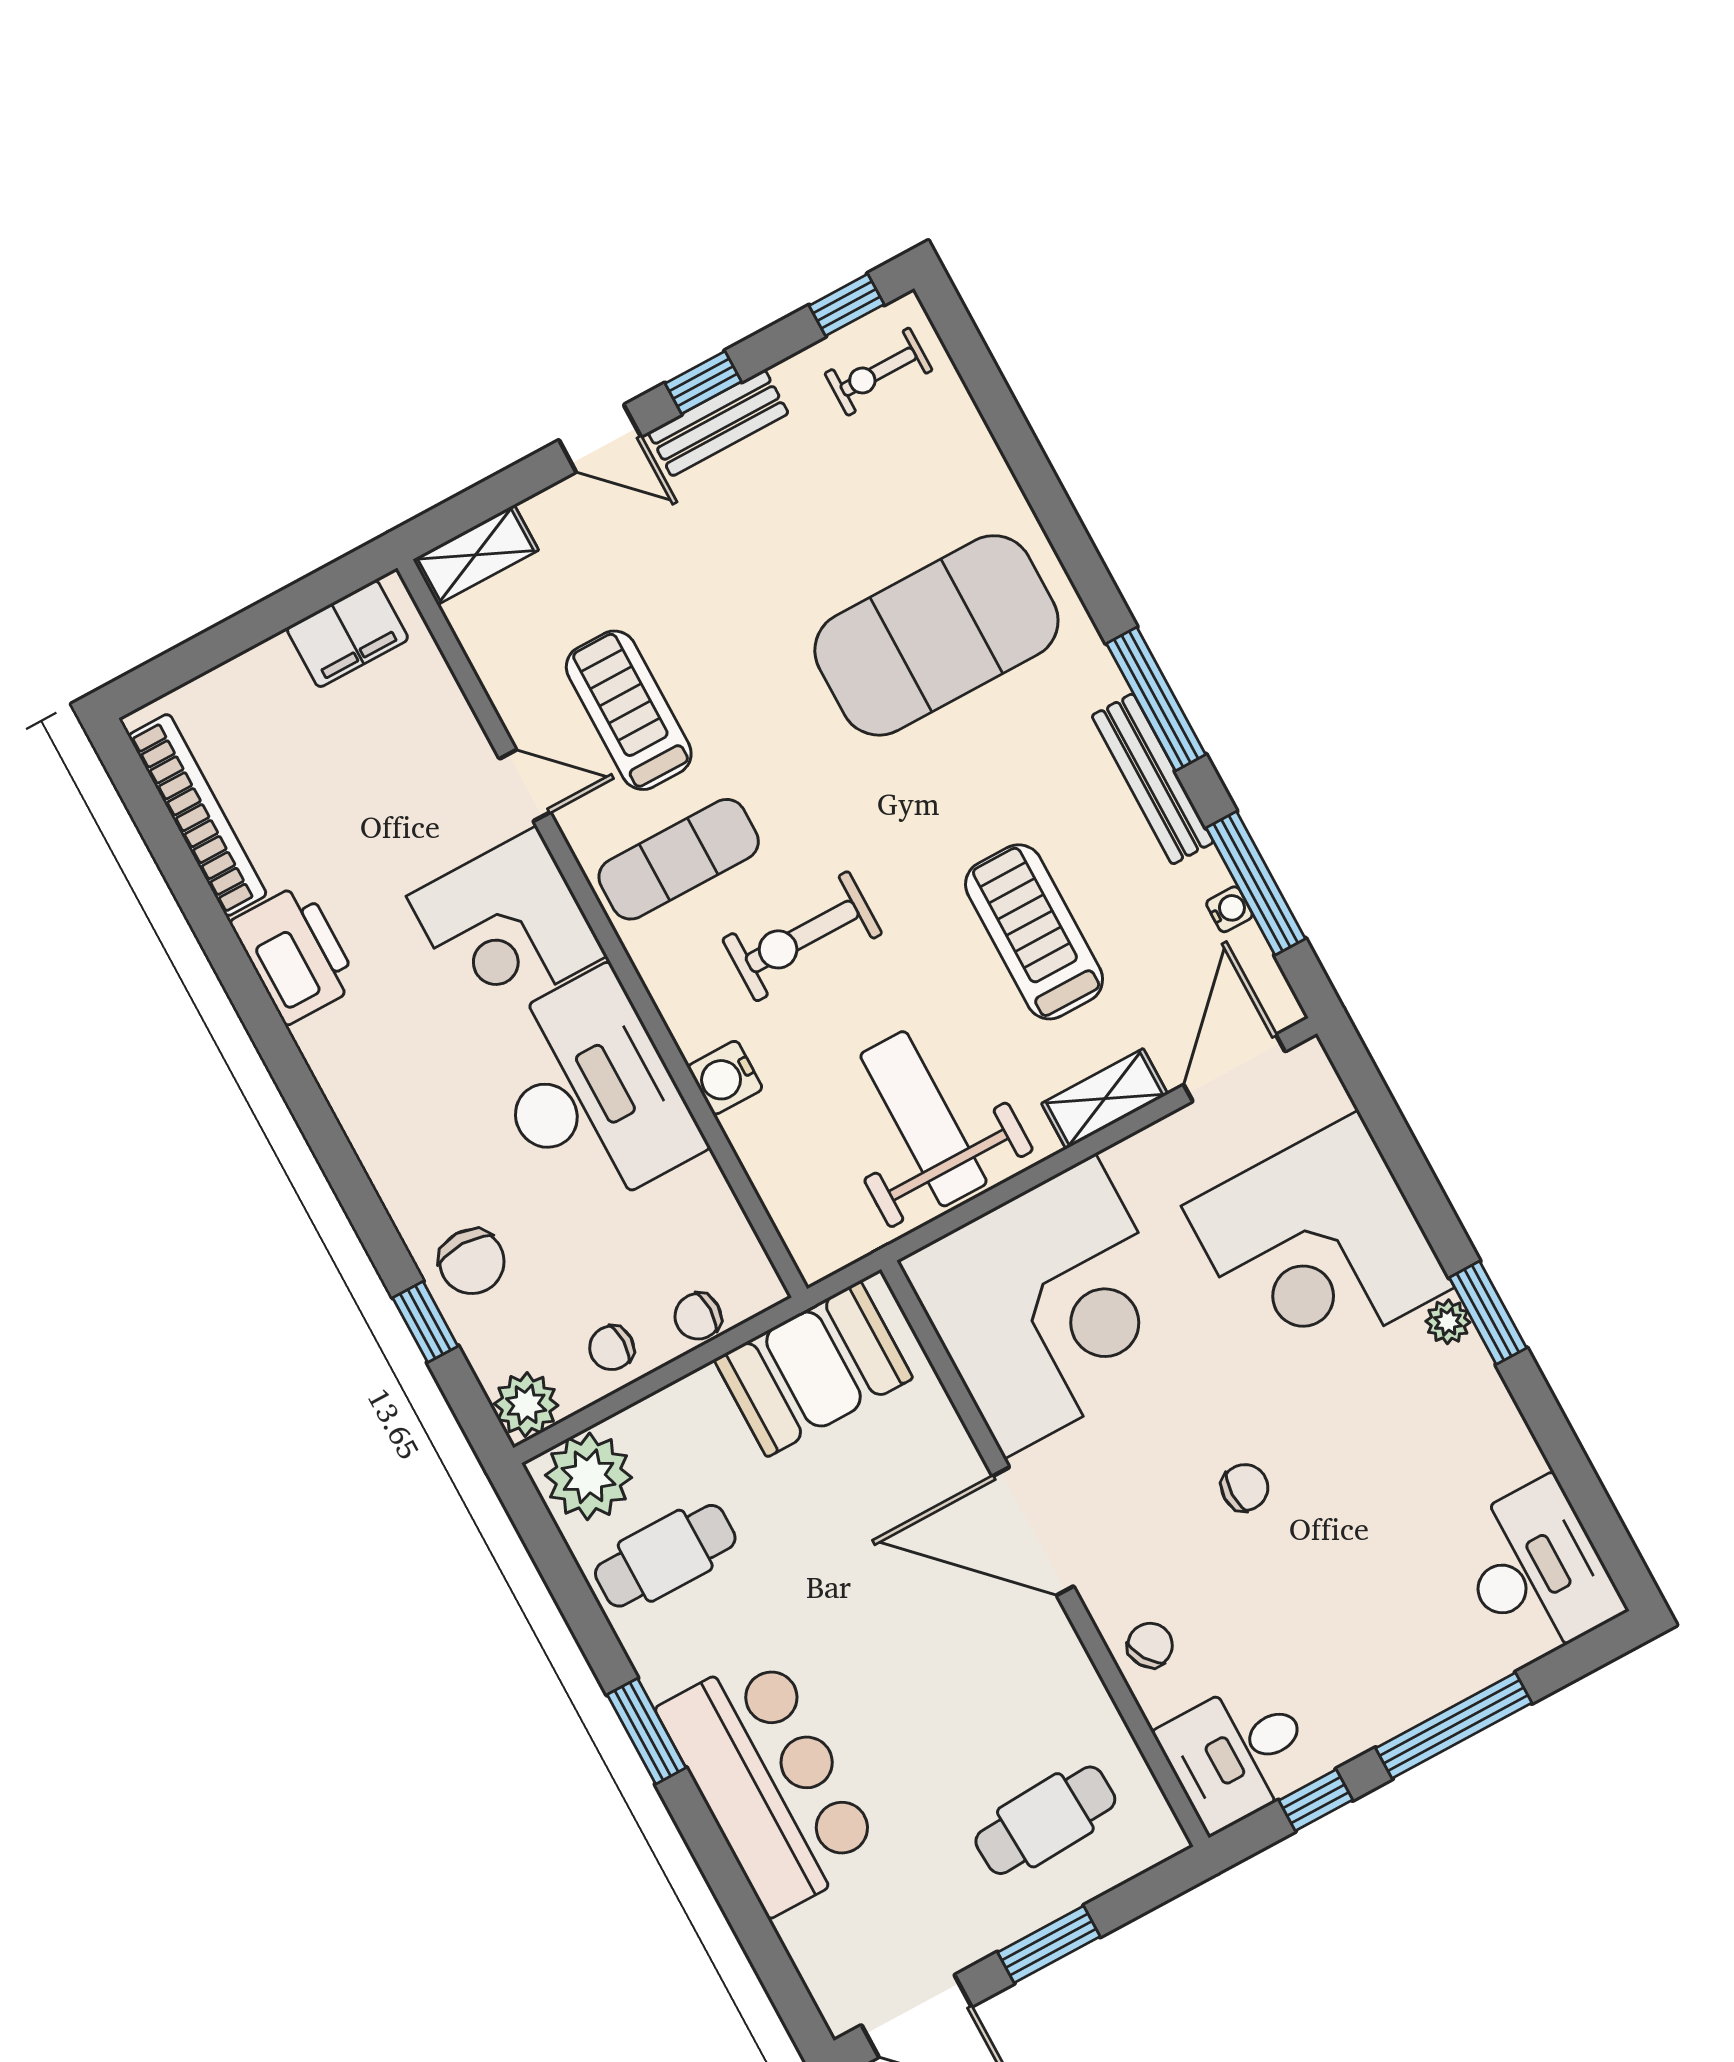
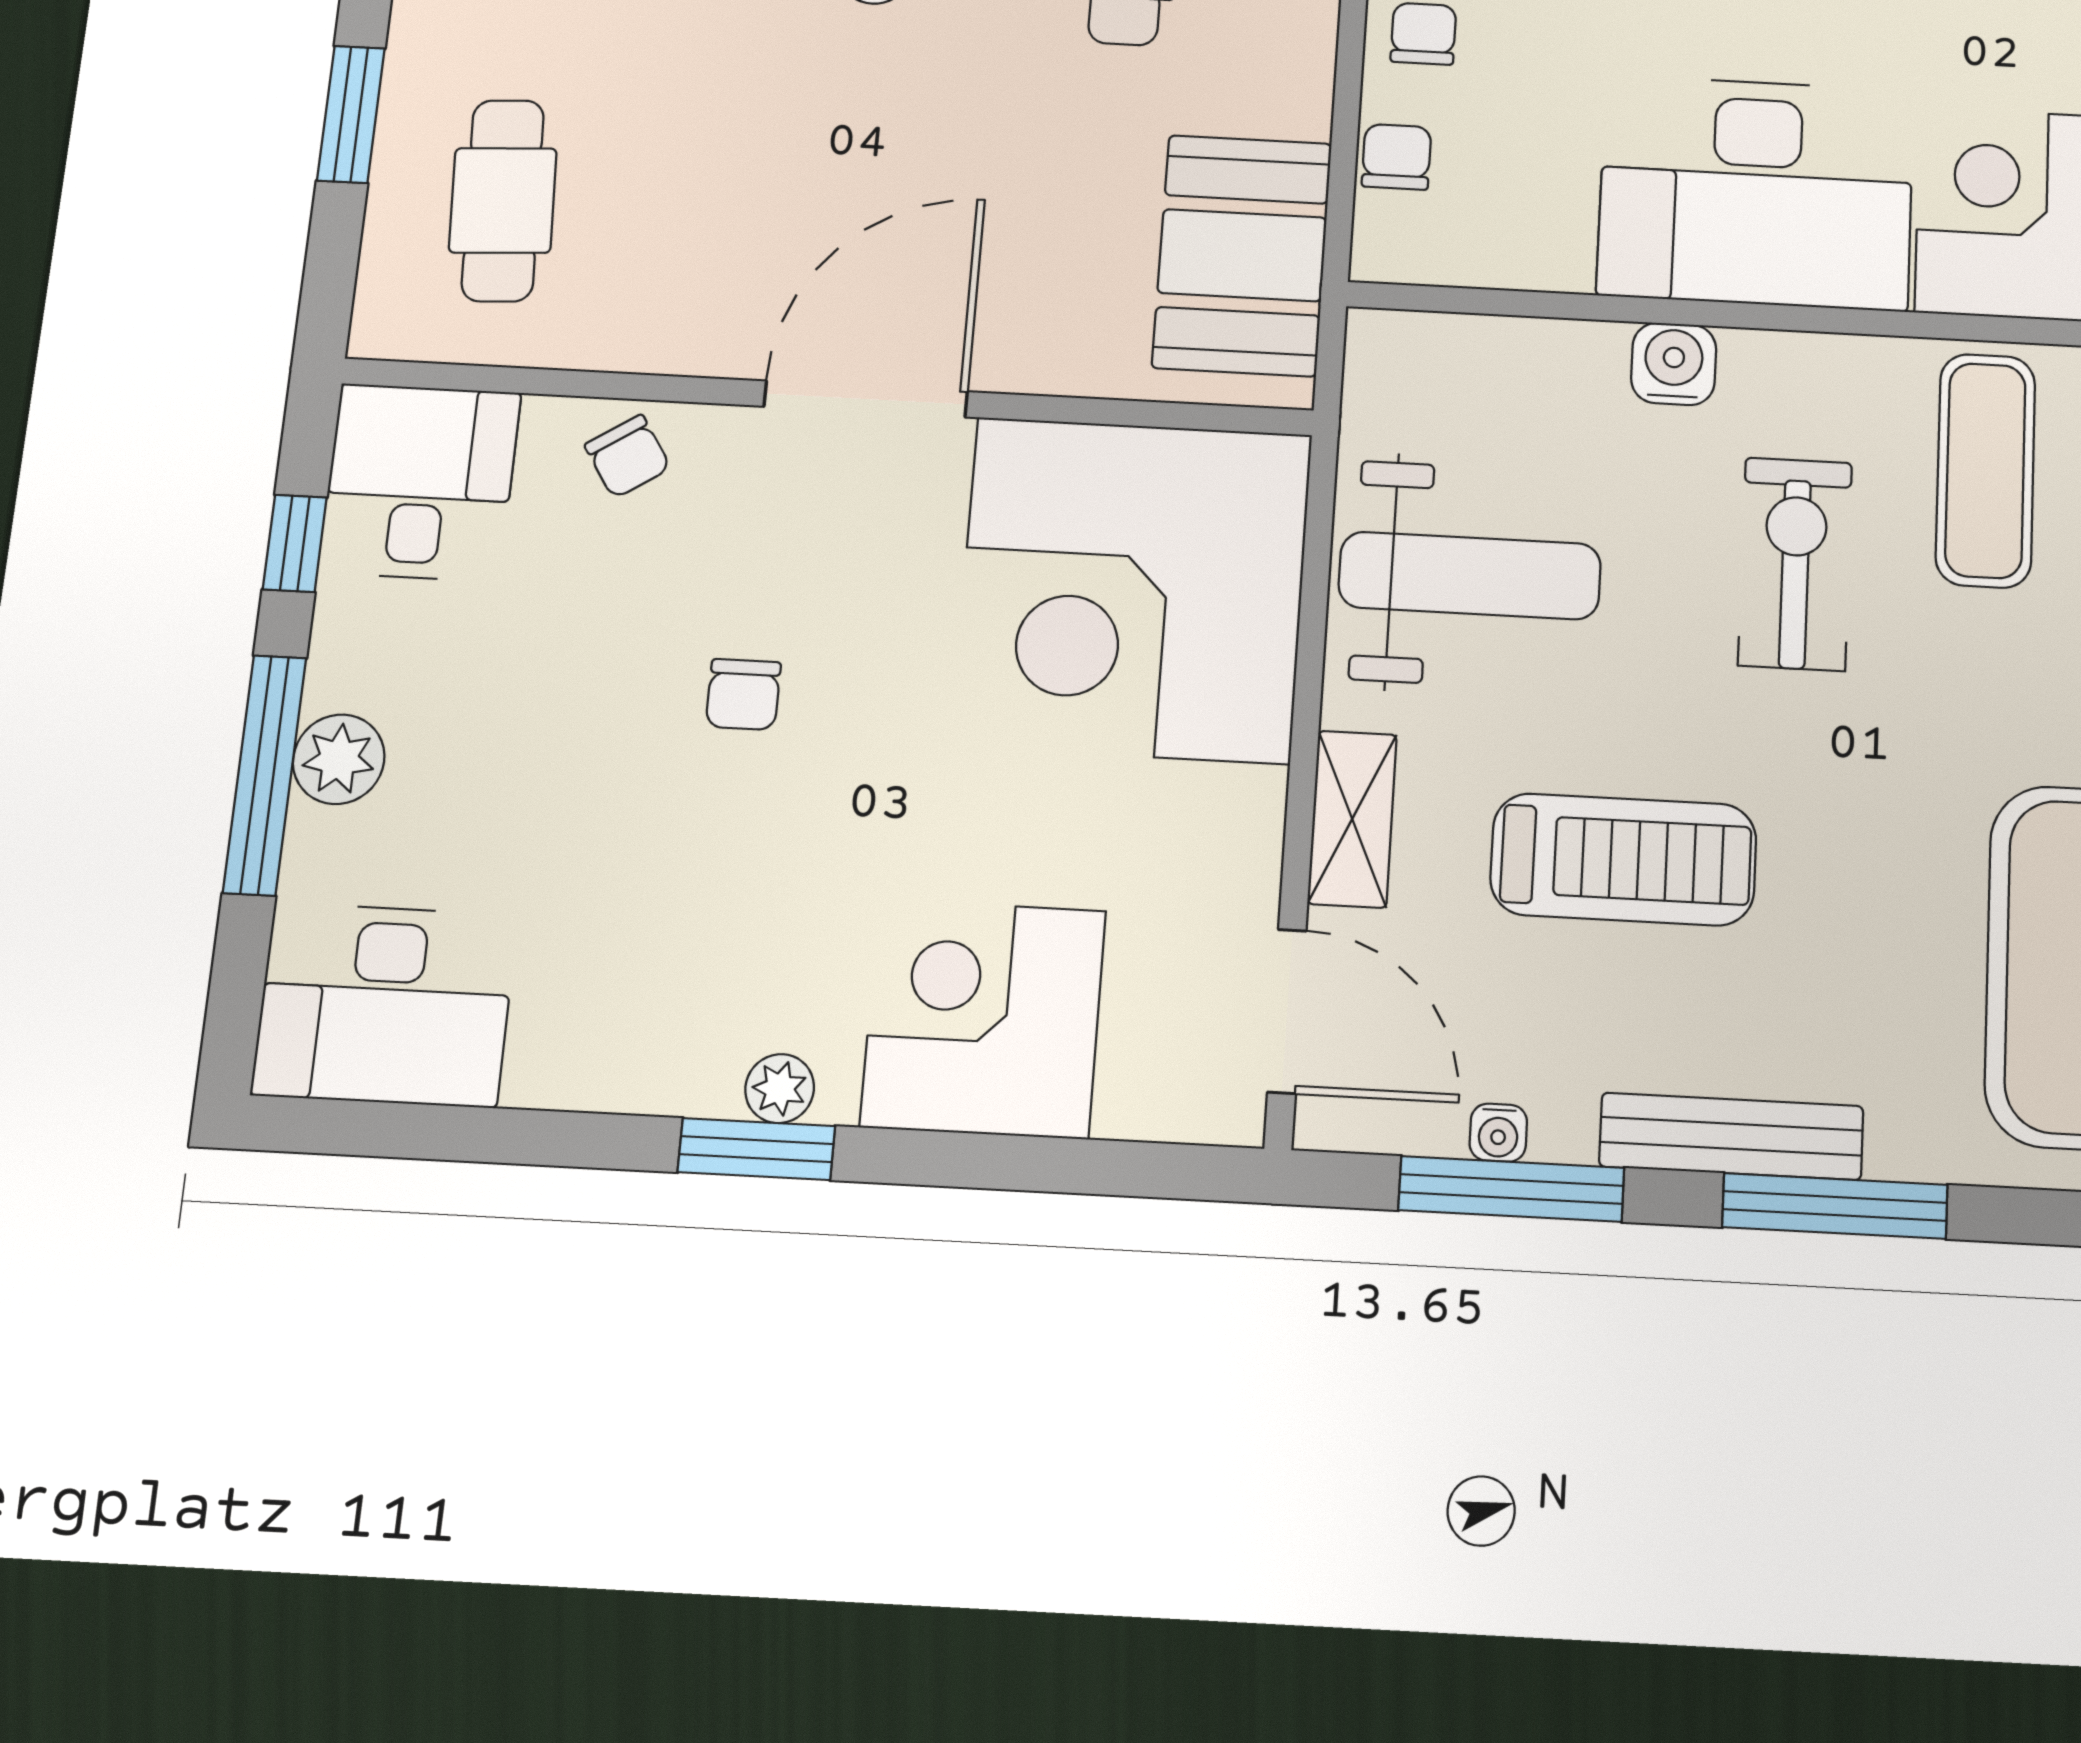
corner desk: (1318, 1247) -> (983, 1019), width x0.74, depth x0.74
plant: (1420, 1690) -> (339, 759), added

